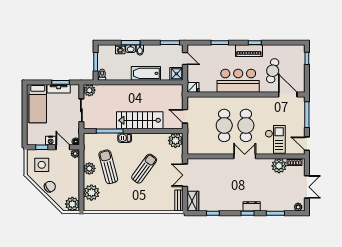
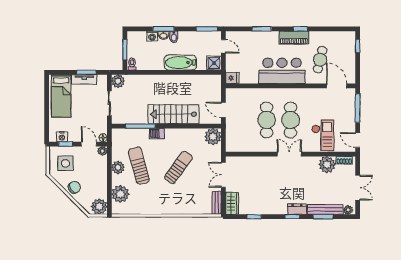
nightstand: (51, 141) -> (62, 137), moved
bench: (277, 207) -> (325, 210), added

